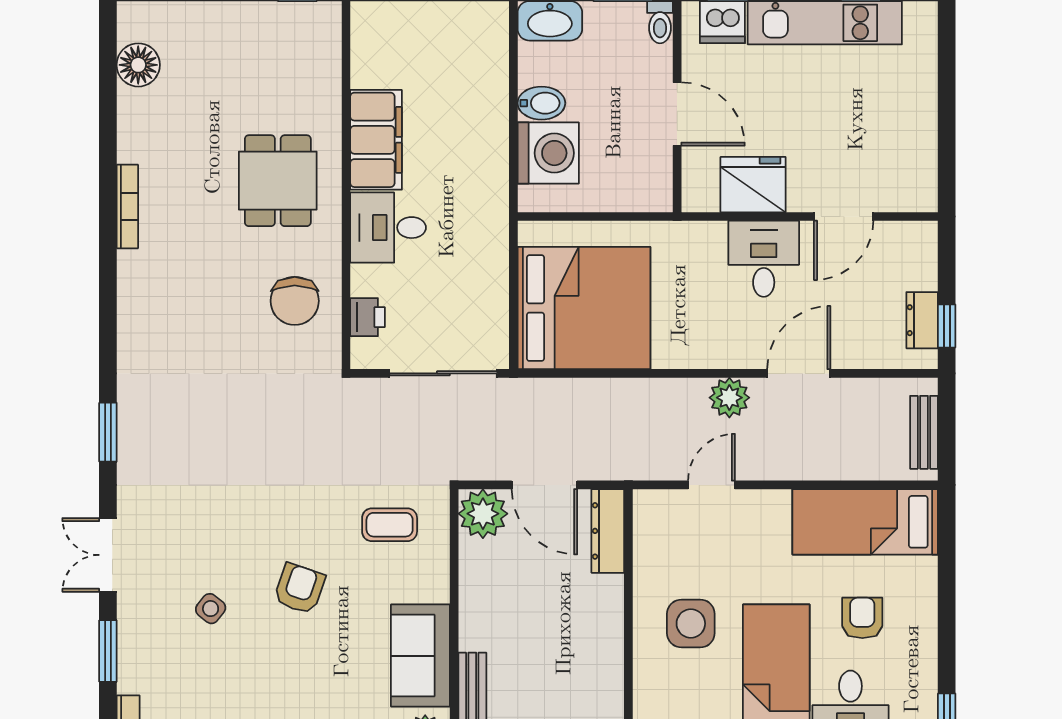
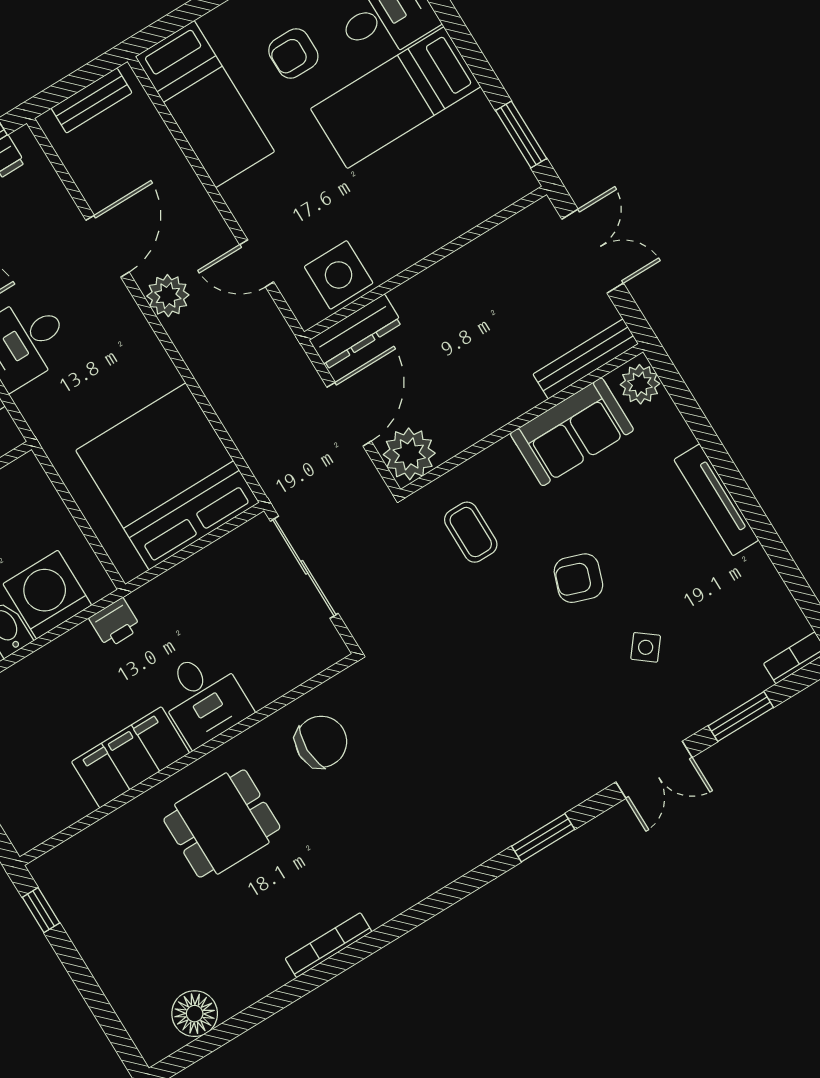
printer: (368, 317) -> (115, 623), moved, turned 180
door: (799, 373) -> (107, 246), swing flipped
side table: (691, 624) -> (339, 275), moved

